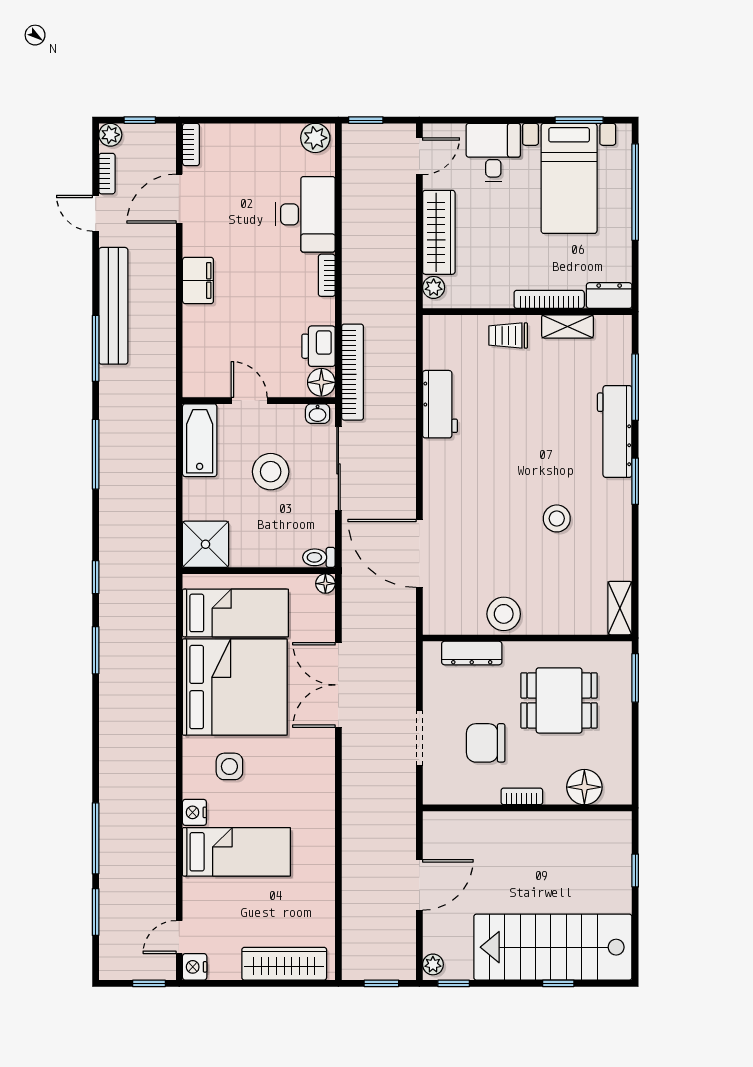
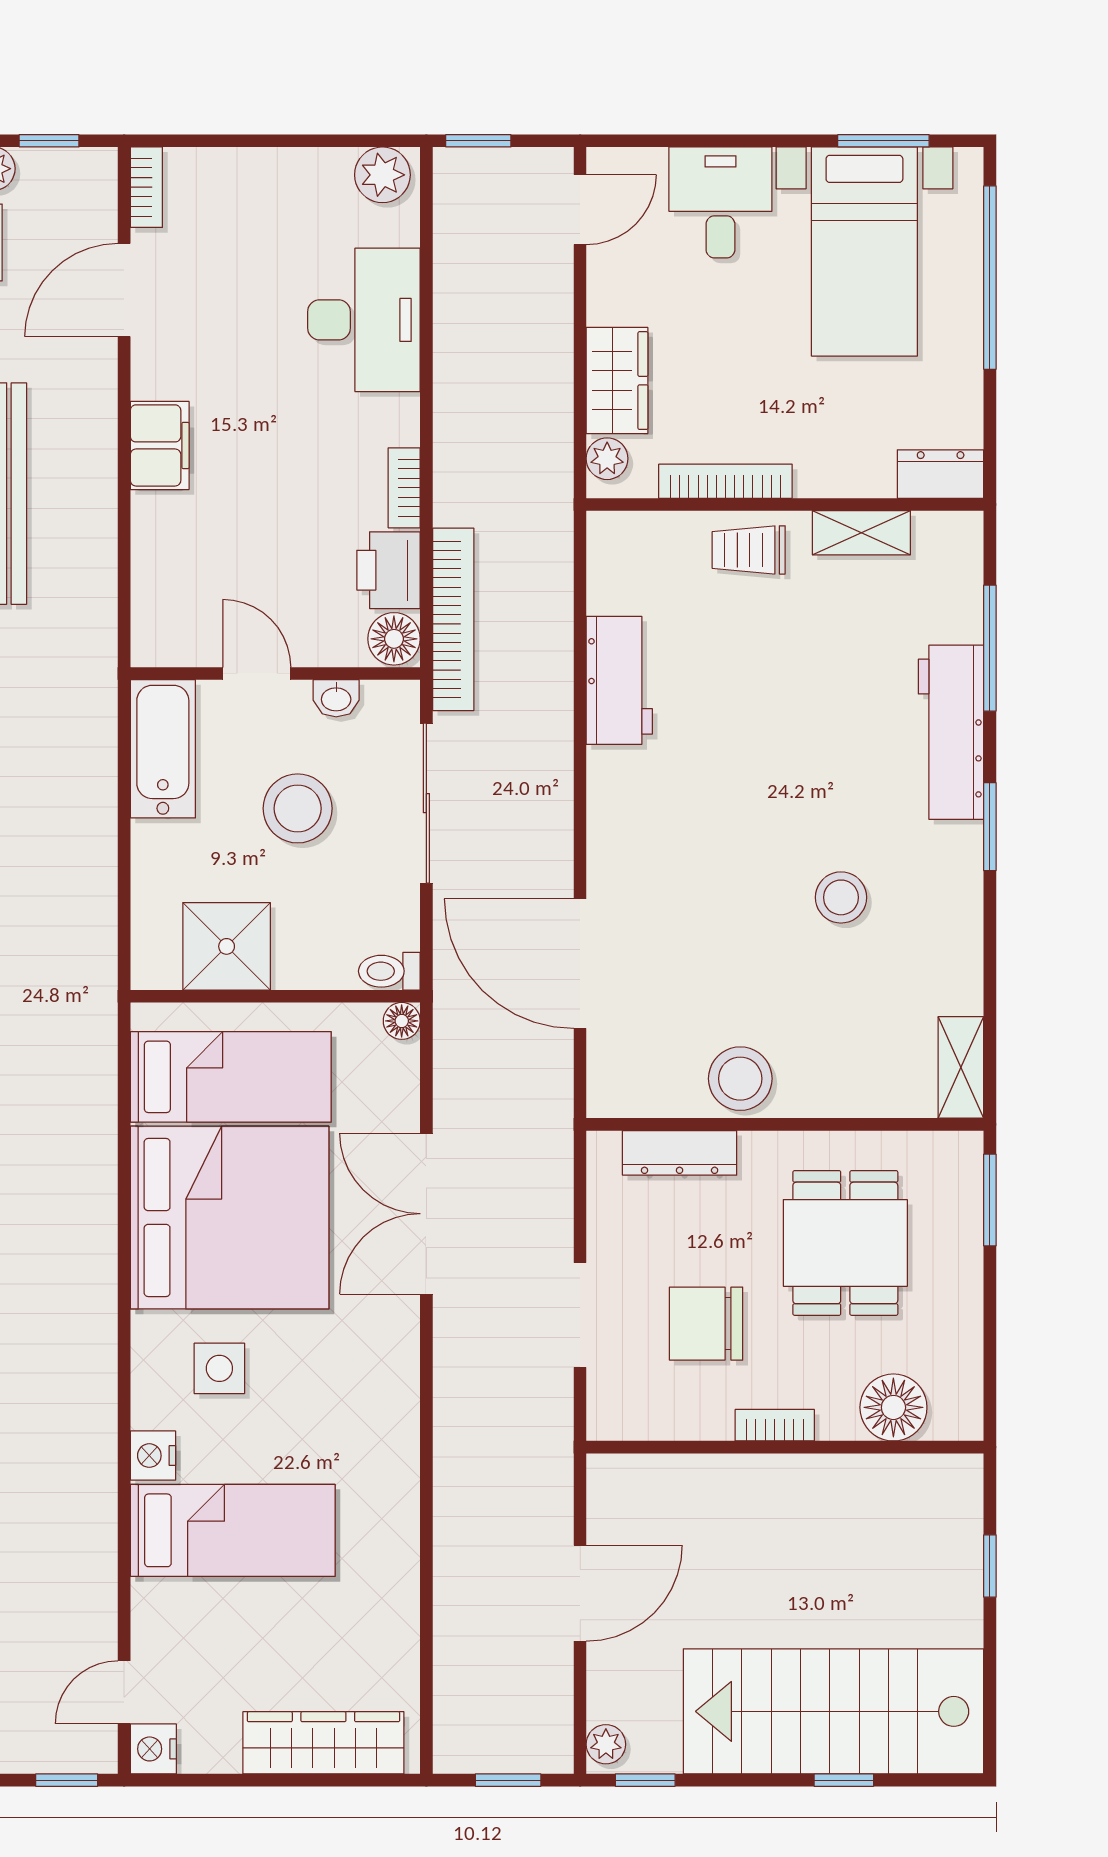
wardrobe: (439, 232) -> (617, 381), width x0.67
bookcase: (327, 275) -> (404, 488), moved
bookcase: (549, 299) -> (725, 481), moved
washbasin: (318, 414) -> (336, 698), moved
shower: (206, 544) -> (227, 946), moved
dining table: (559, 700) -> (845, 1243), turned 90

